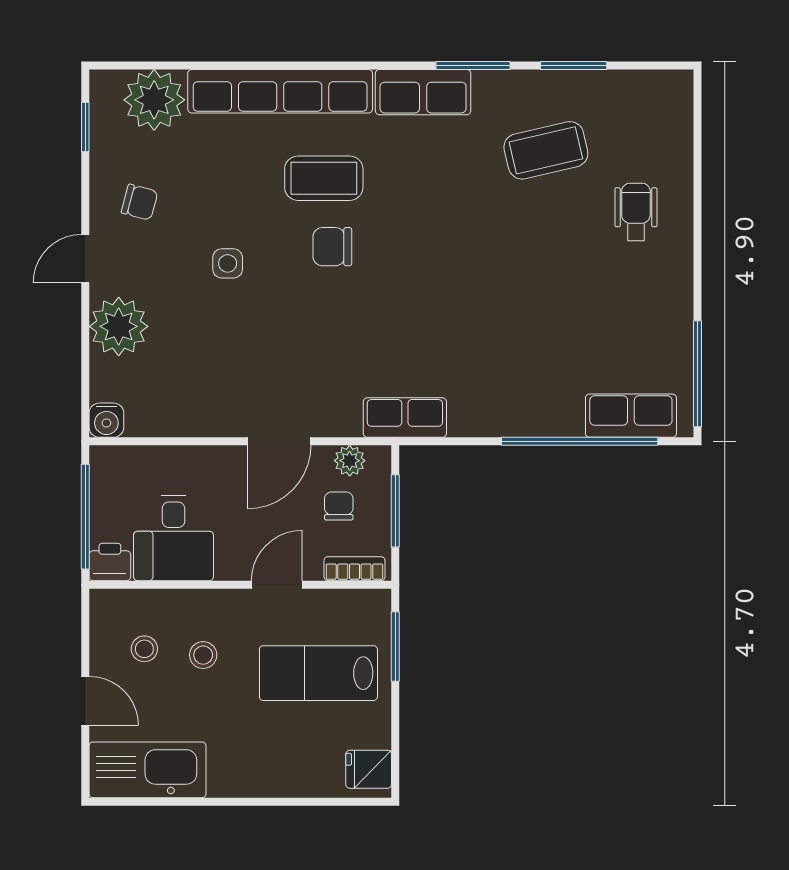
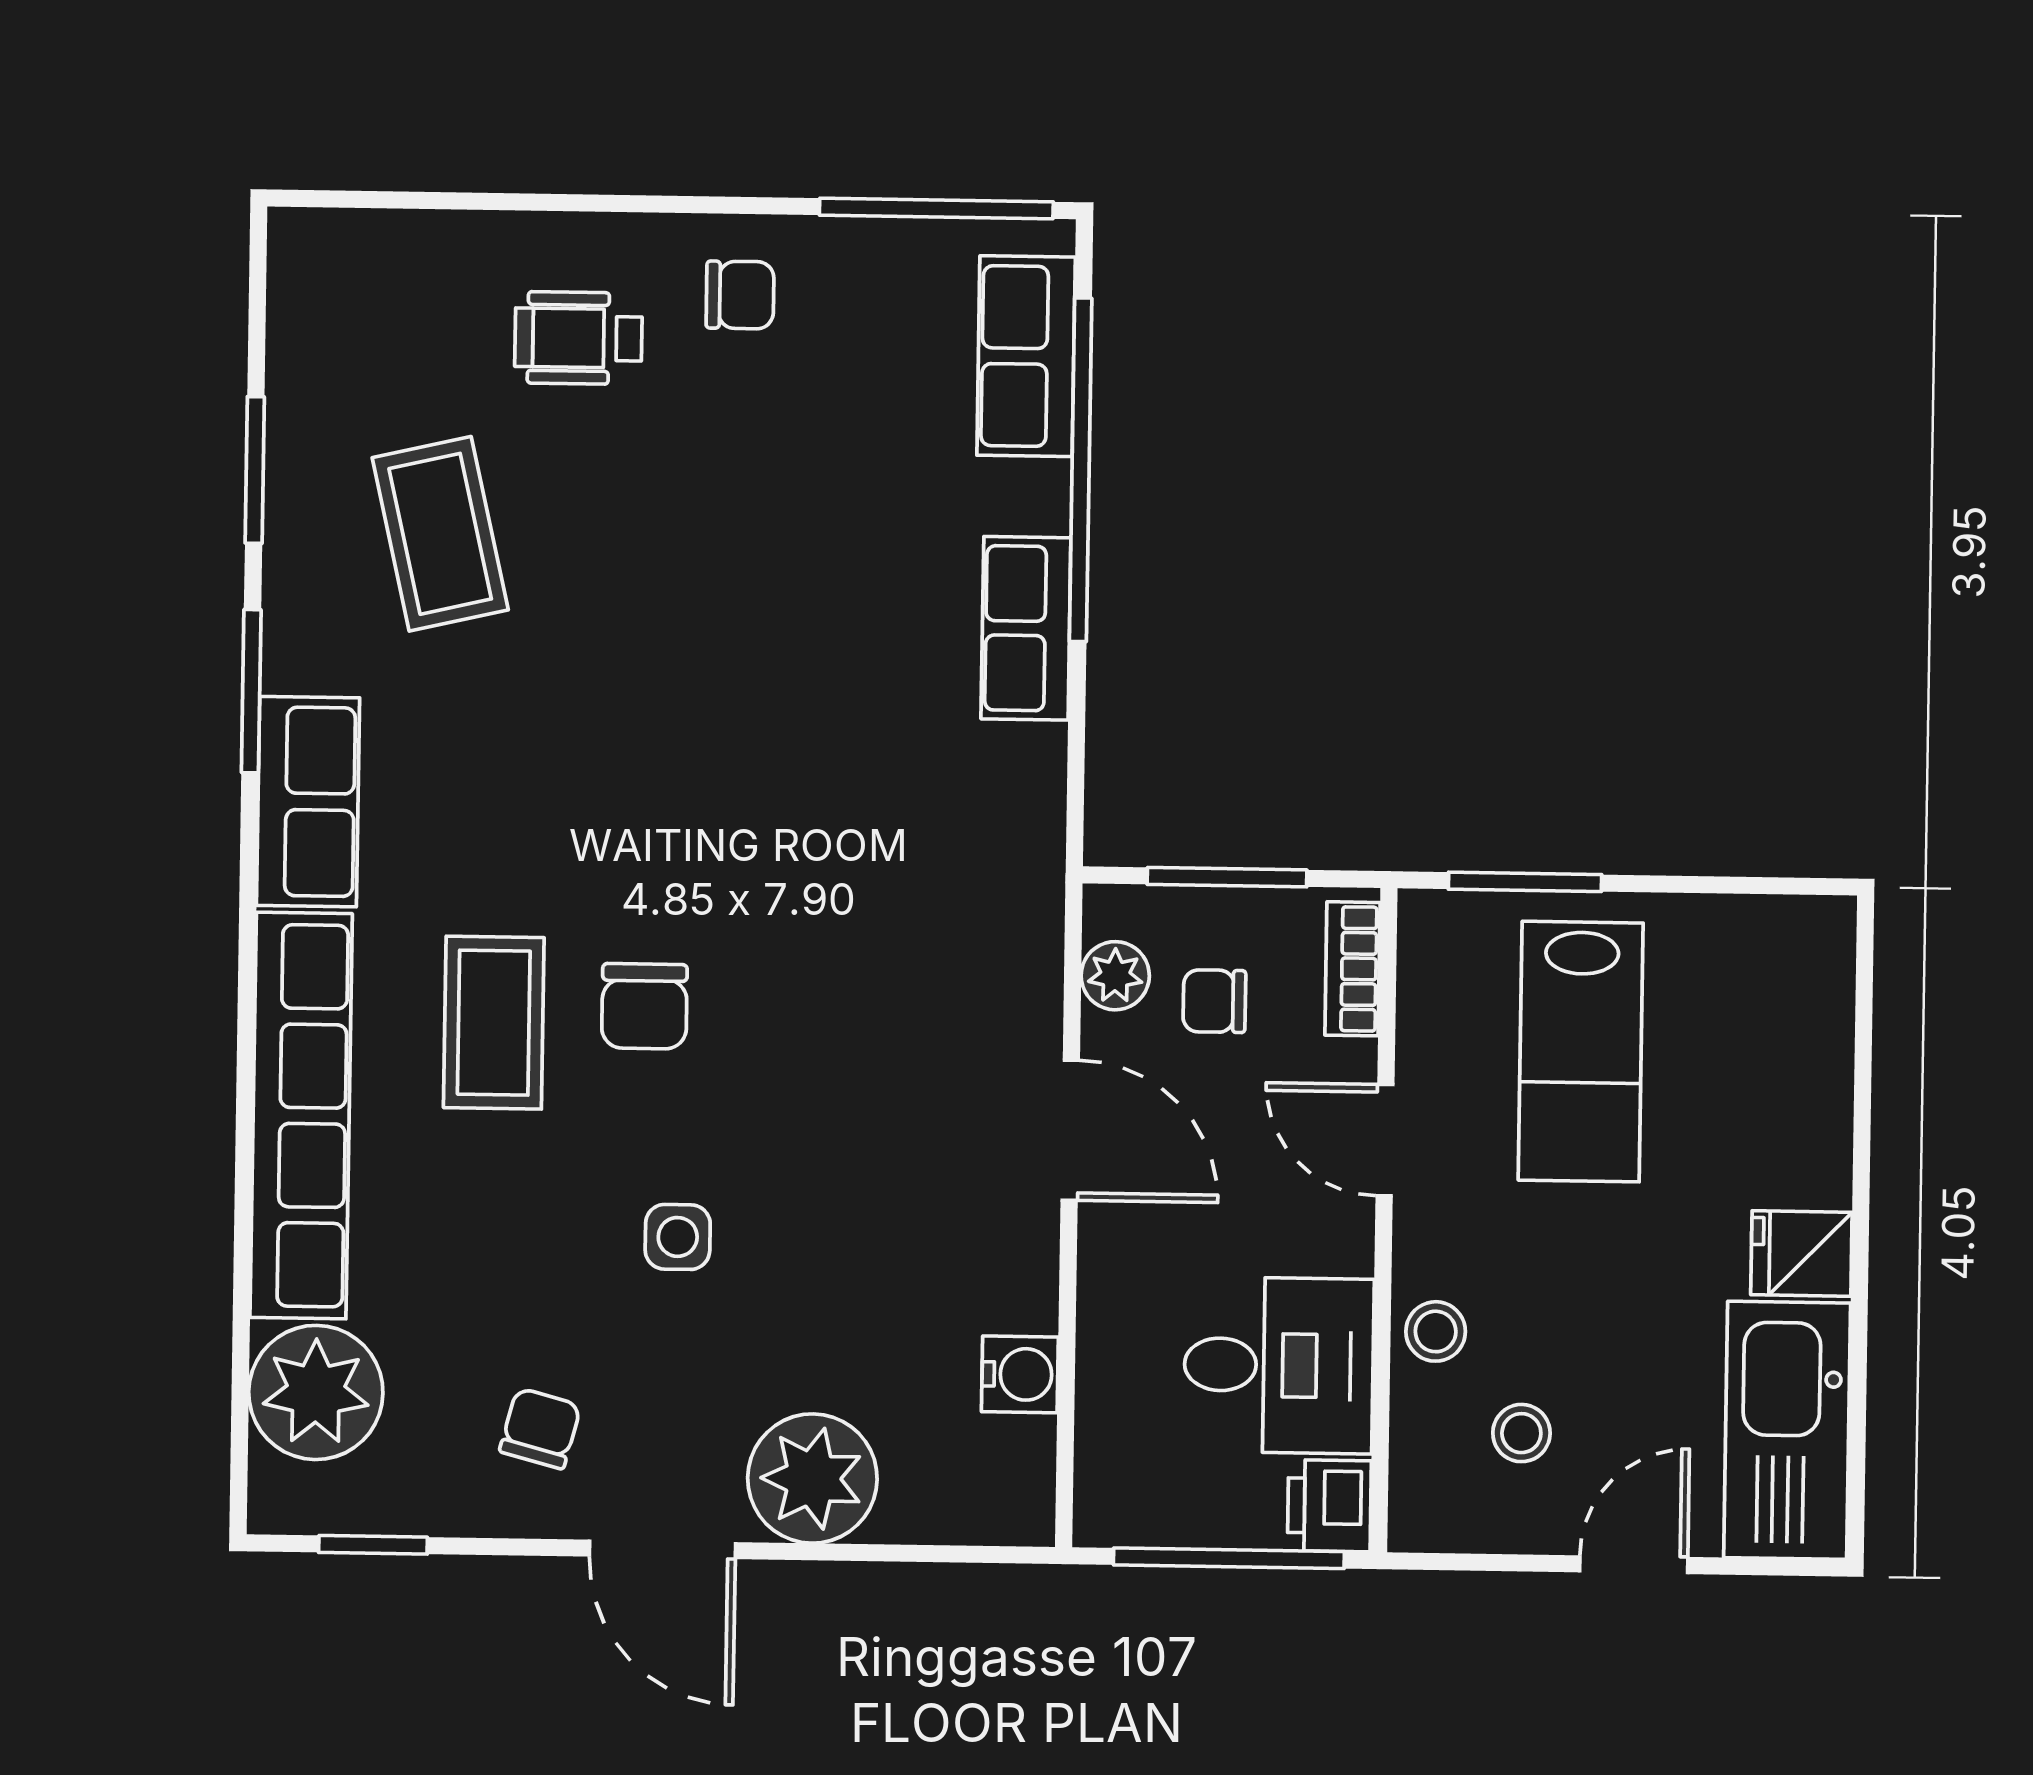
door: (85, 259) -> (662, 1549), width x1.38
chair: (657, 285) -> (740, 295), added
row of seats: (405, 418) -> (1026, 628), moved
water cooler: (106, 420) -> (1020, 1374), moved
stool: (203, 655) -> (1436, 1331), moved
fridge: (369, 769) -> (1801, 1254), moved, turned 90

